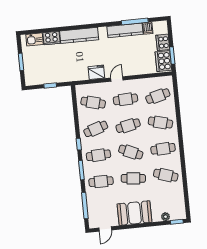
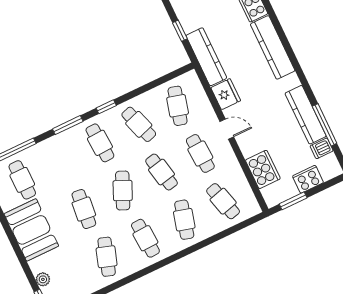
cooker: (163, 61) -> (263, 169), moved, turned 90
kitchen counter: (71, 76) -> (206, 57), added
cafe table: (101, 182) -> (22, 180), moved

